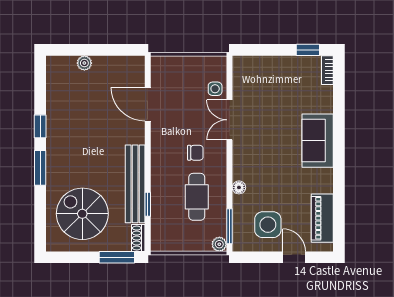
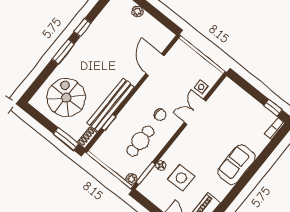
floor lamp: (239, 187) -> (161, 166), moved
side table: (268, 225) -> (181, 178), moved

